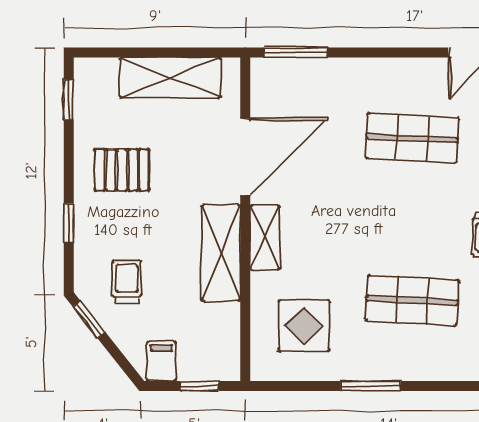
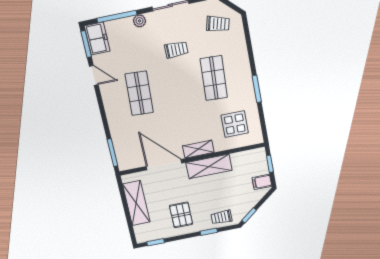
trolley: (127, 281) -> (221, 217), moved

